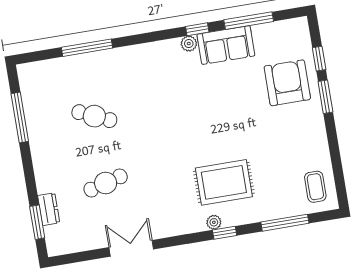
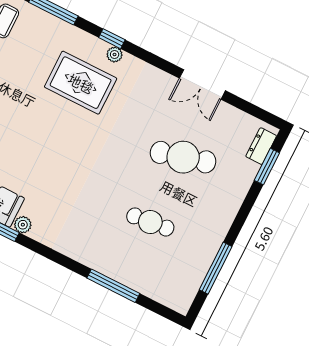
cafe table: (94, 116) -> (150, 222), turned -30
cafe table: (106, 183) -> (183, 157), width x1.37, depth x1.35
dresser: (49, 209) -> (261, 146), moved

